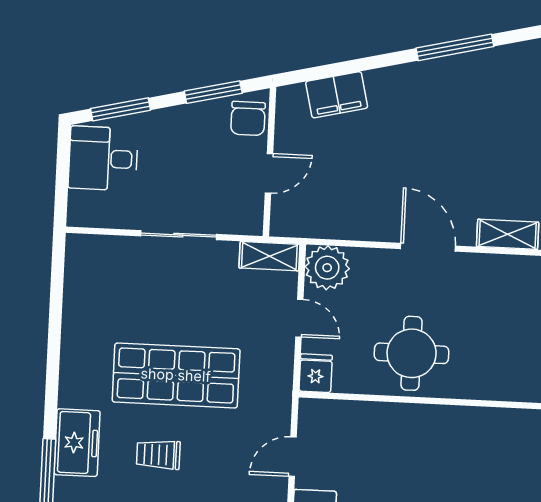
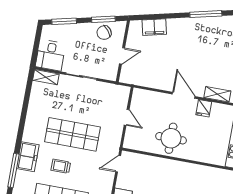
chair: (248, 118) -> (104, 33), moved, turned 51
desk: (103, 158) -> (51, 55), moved, turned -90
shelving: (269, 256) -> (46, 77), moved
plant: (327, 268) -> (141, 98), removed
fridge: (316, 373) -> (204, 108), moved, turned 180
door: (293, 457) -> (118, 164), moved

